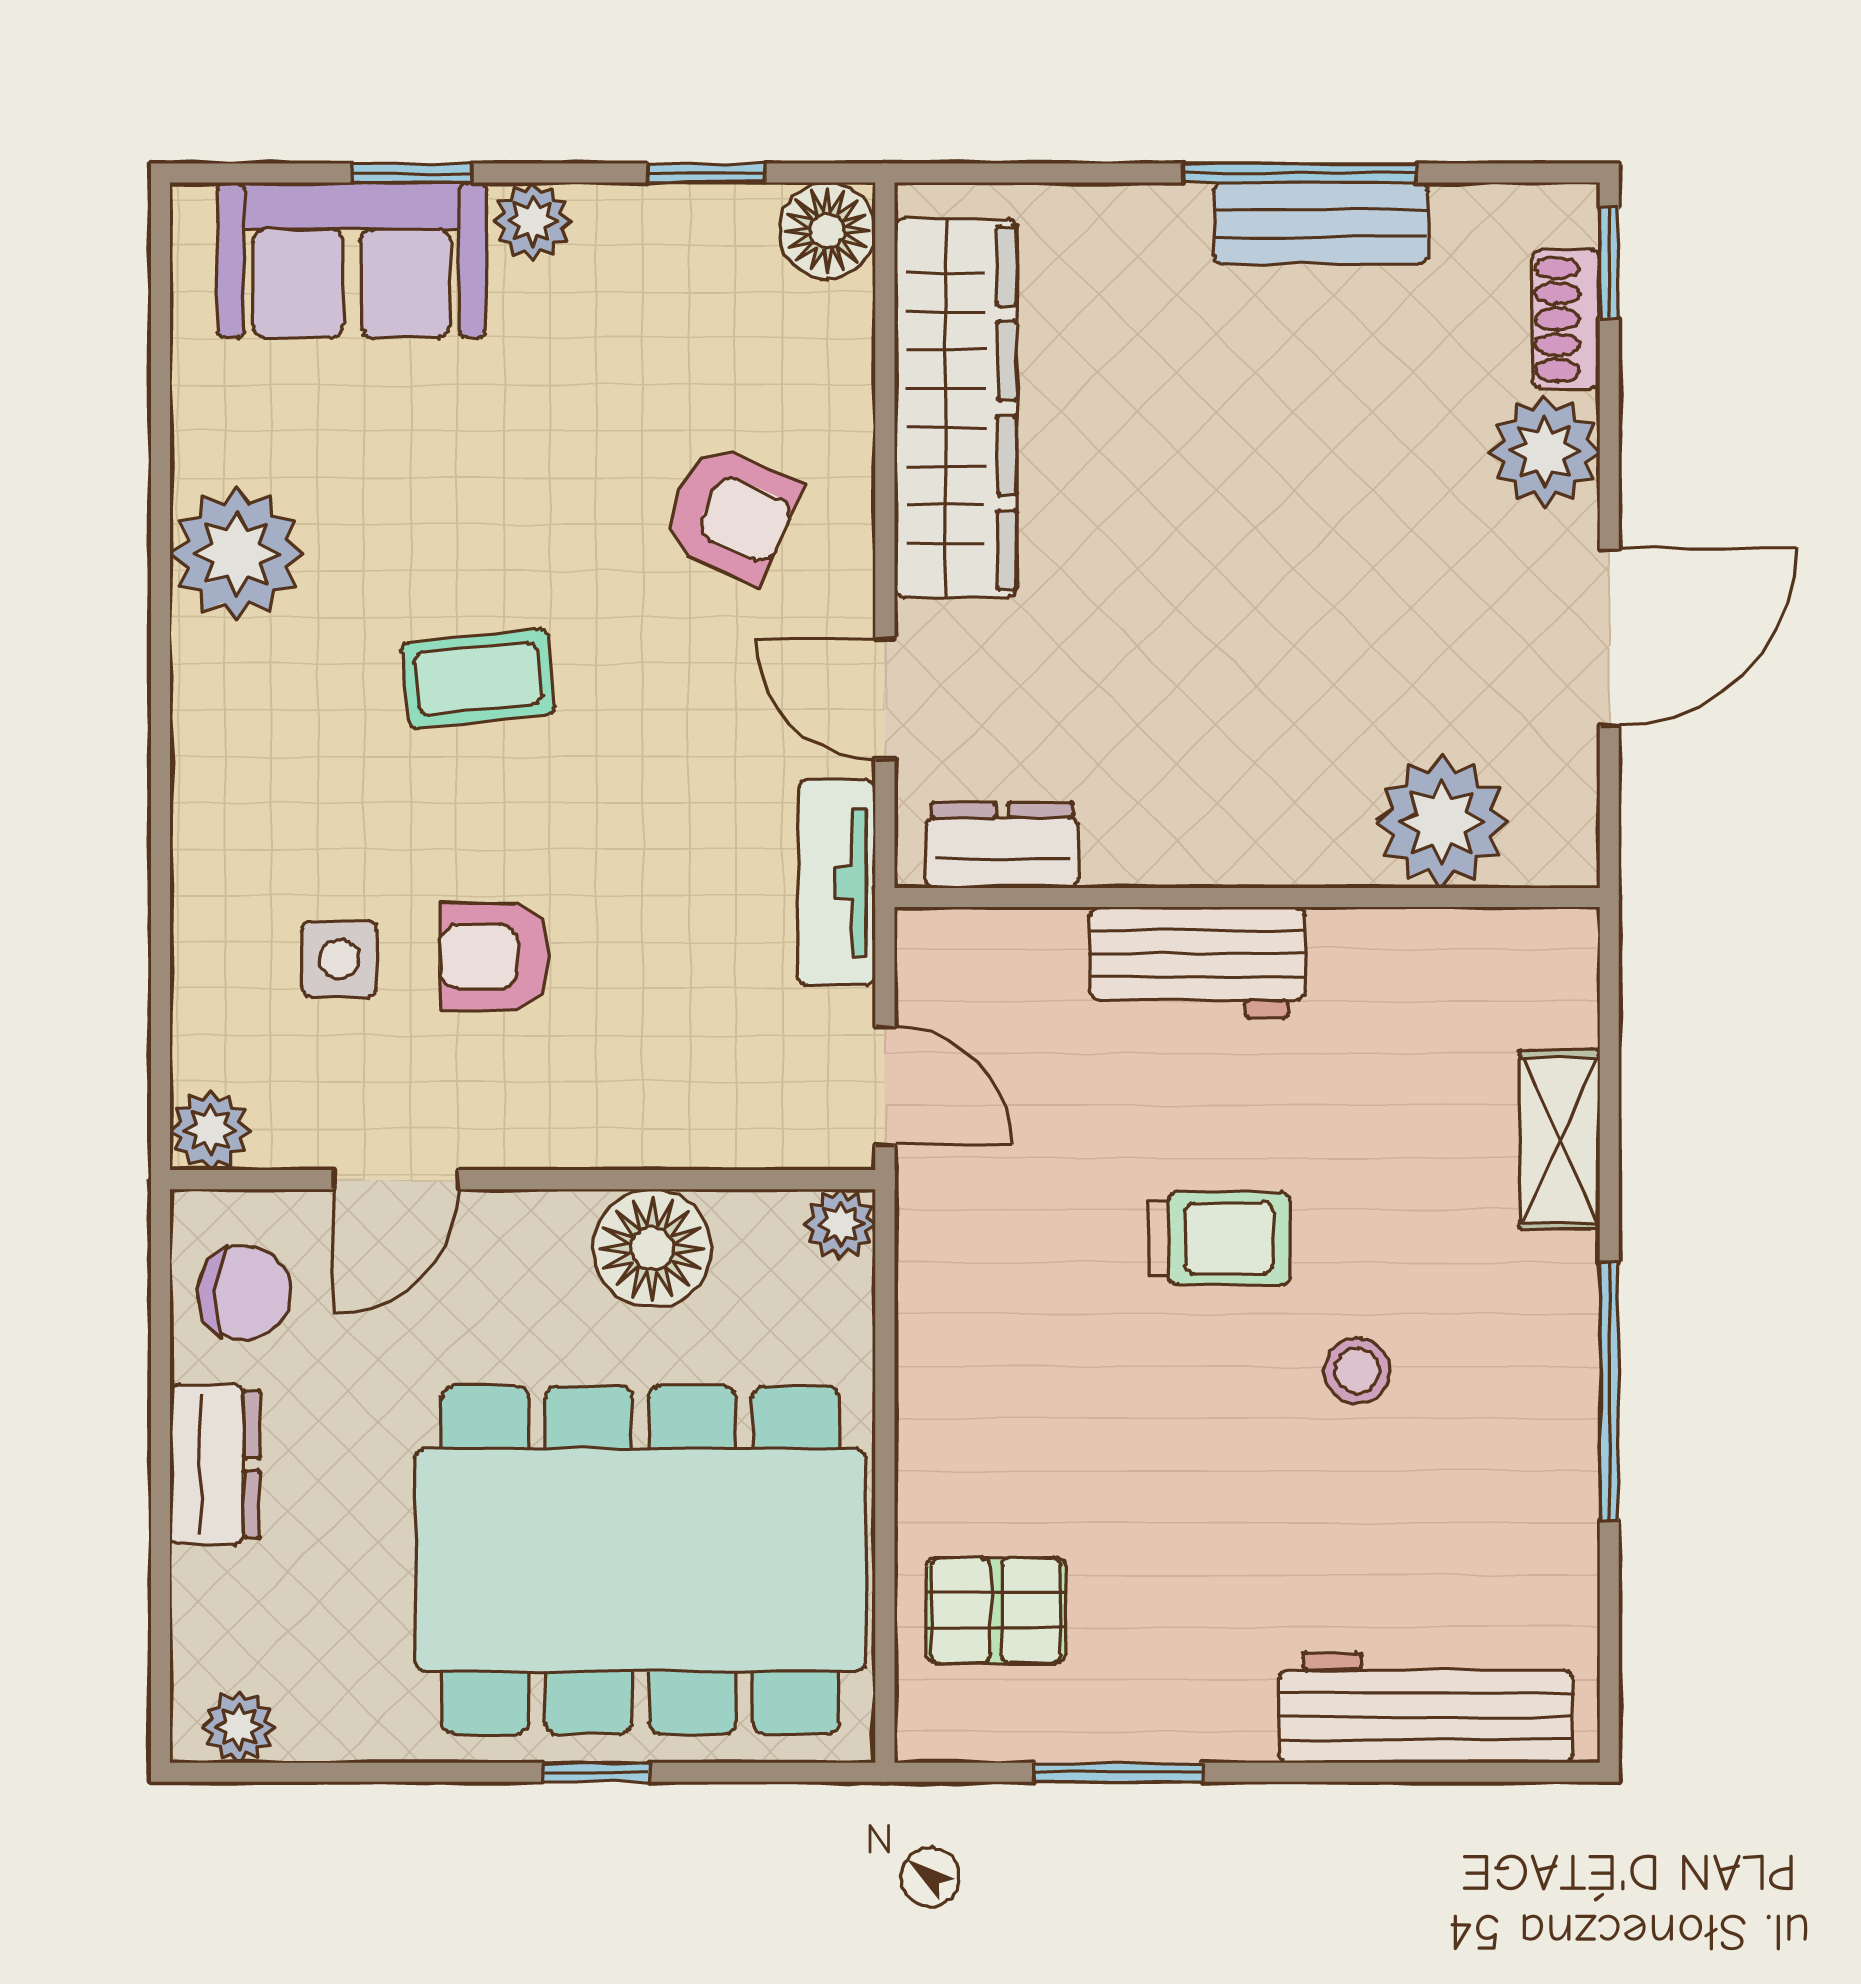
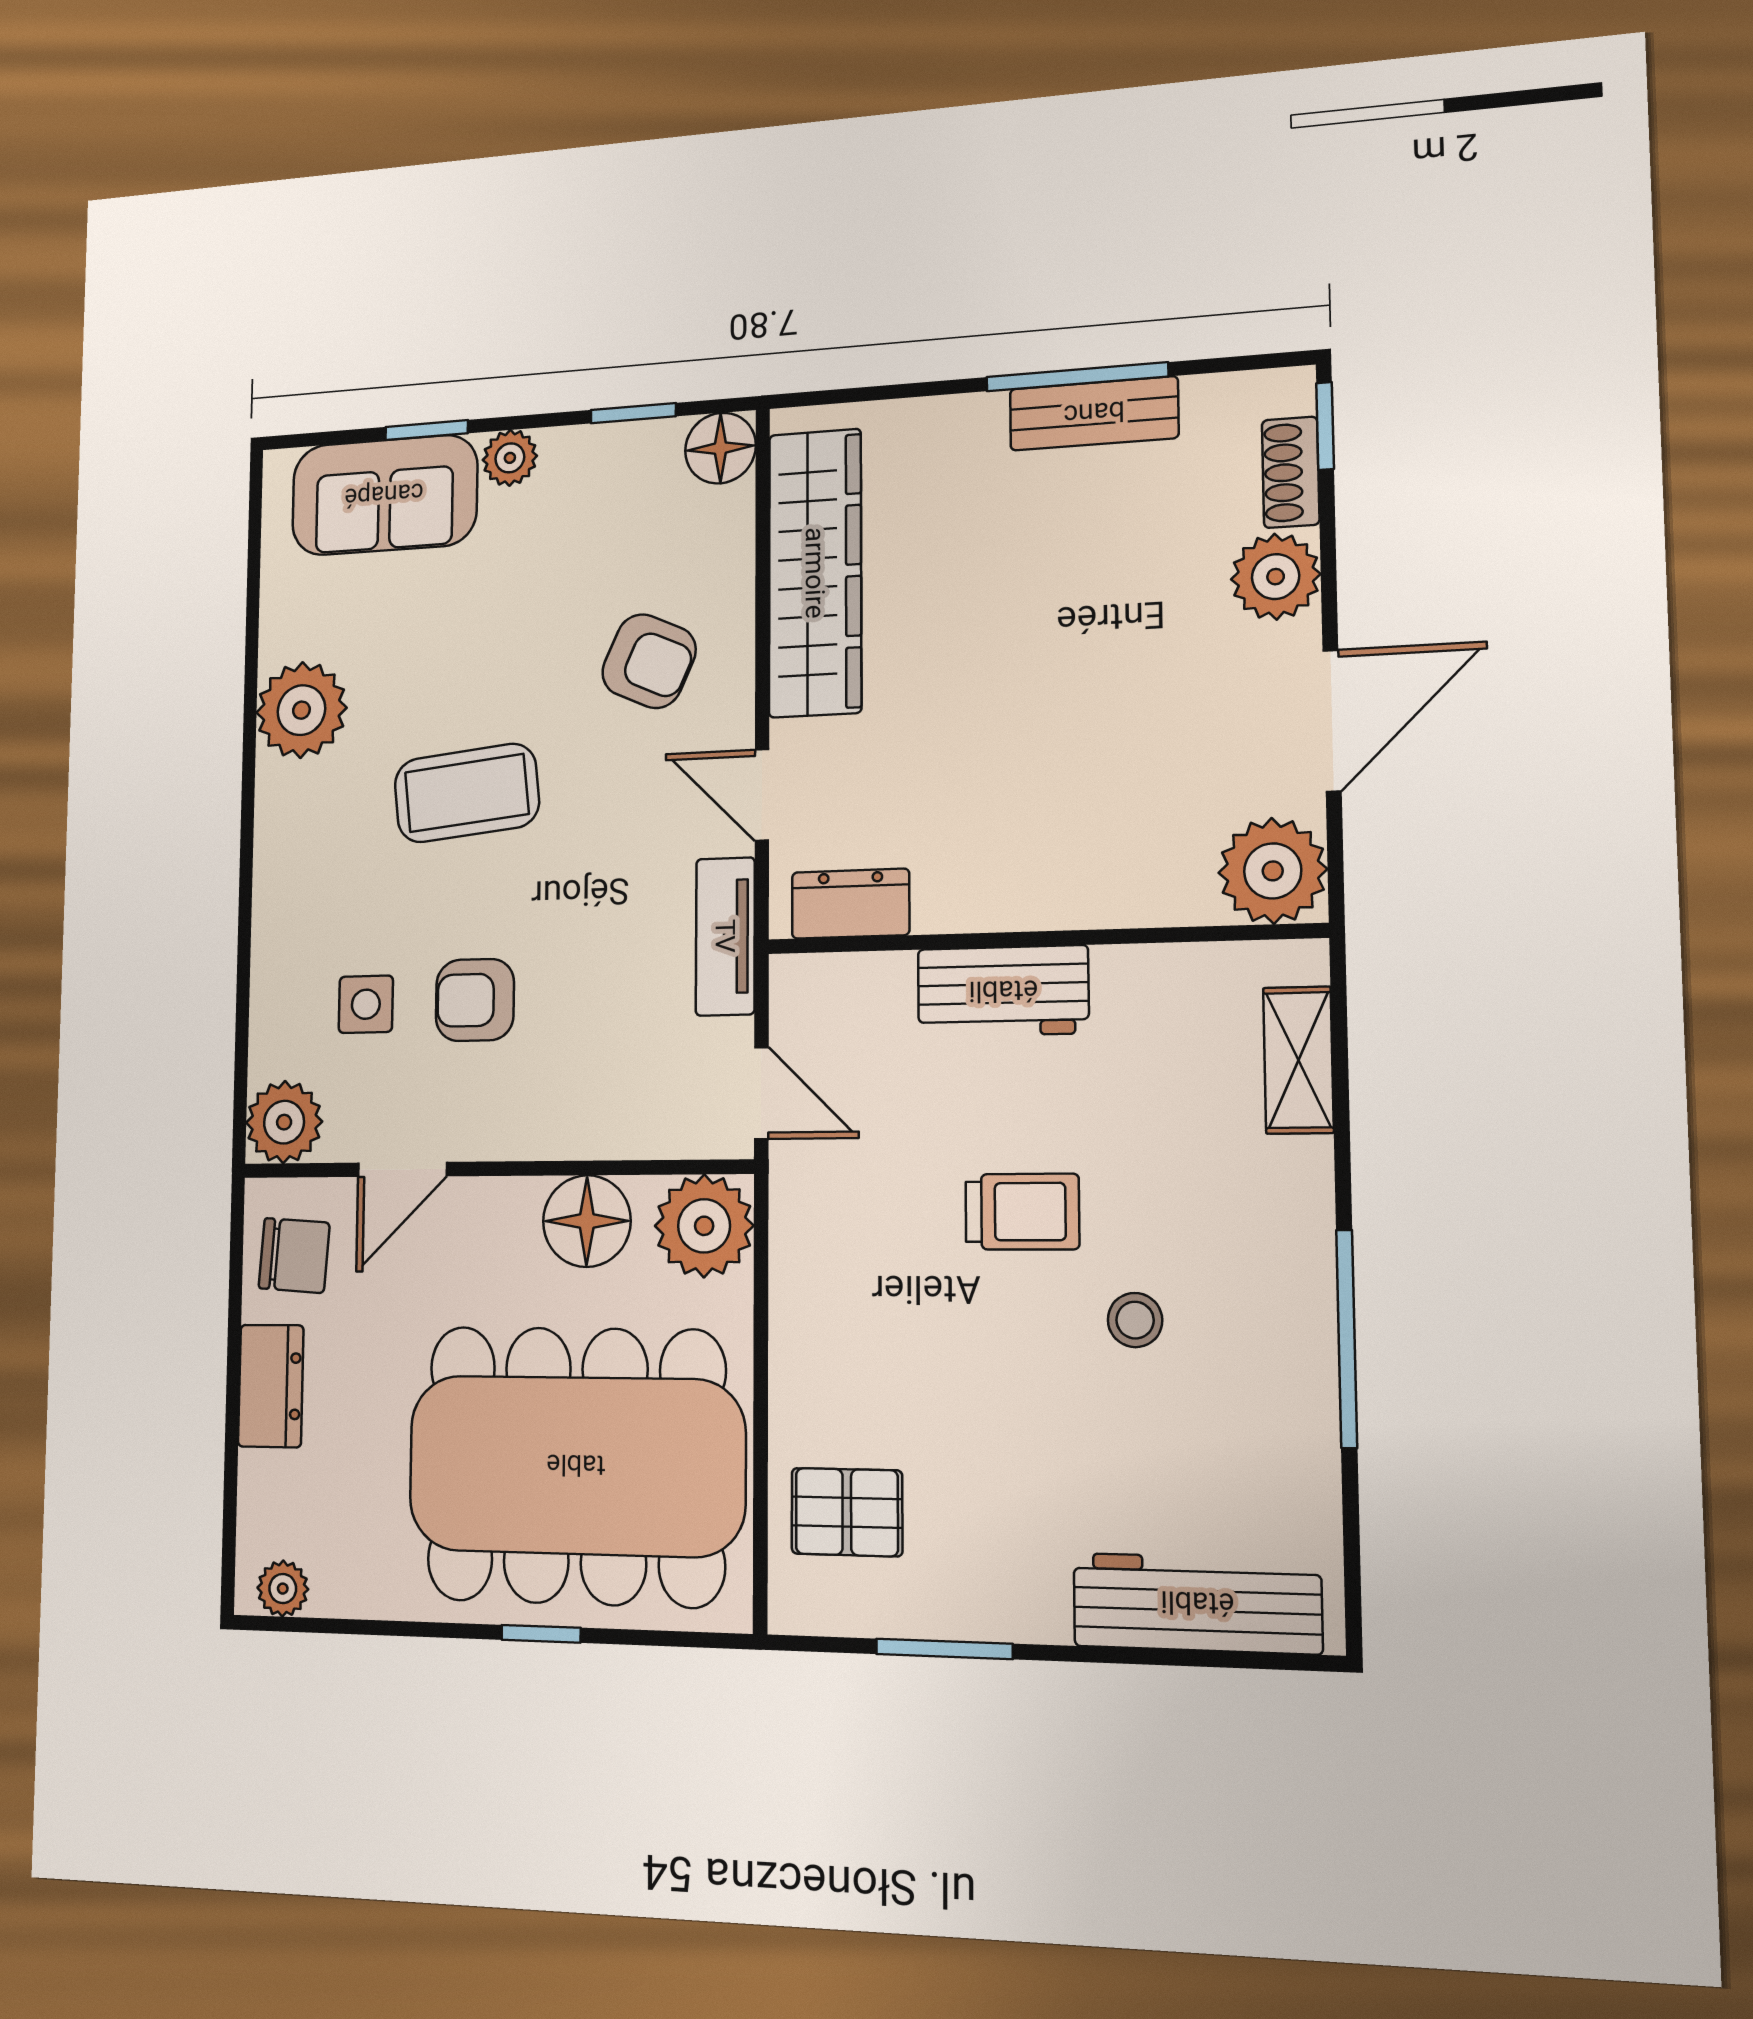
coffee table: (478, 679) -> (467, 793), width x1.36, depth x1.30
plant: (1442, 822) -> (1273, 871), moved
plant: (210, 1130) -> (284, 1122), width x1.38, depth x1.38
shelving: (1560, 1140) -> (1298, 1060), moved
plant: (840, 1224) -> (704, 1226), width x1.88, depth x1.88

